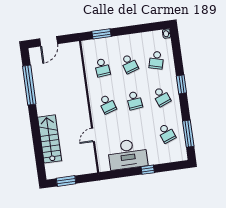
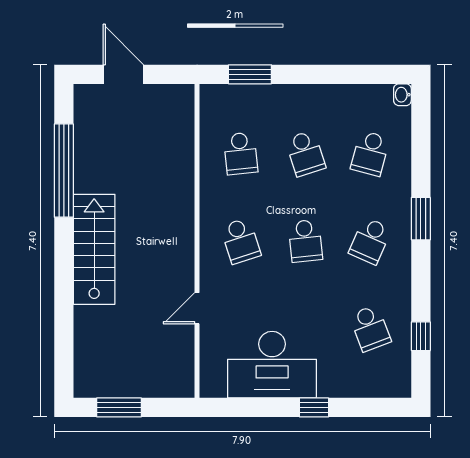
door: (49, 41) -> (123, 74), swing flipped
school desk: (162, 97) -> (370, 241), turned 45
window: (188, 134) -> (421, 336), width x0.46
stairs: (50, 139) -> (94, 249), moved

